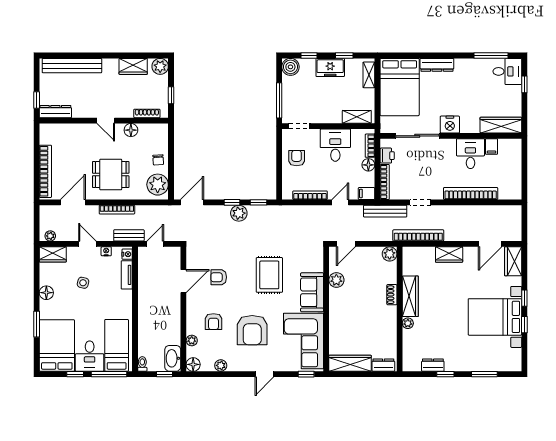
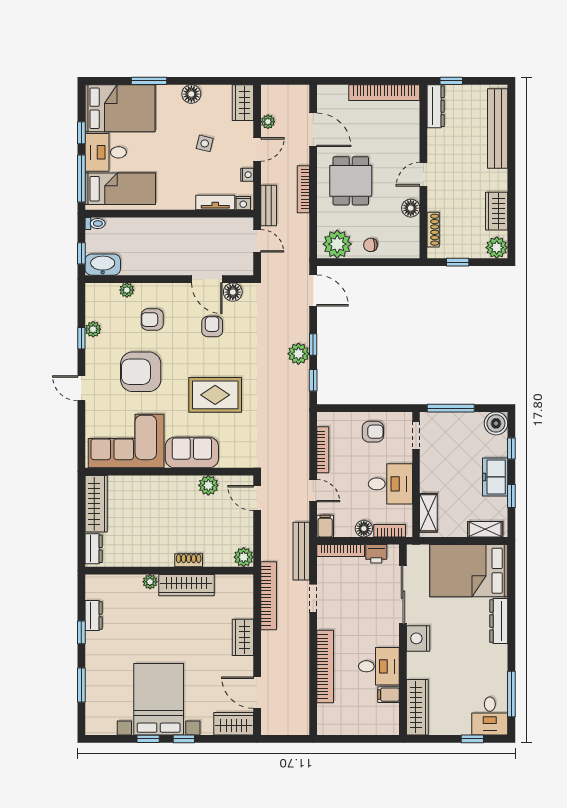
bookcase: (45, 171) -> (384, 93), moved
plant: (50, 236) -> (268, 122), moved
floor lamp: (193, 364) -> (233, 292), moved
window: (306, 374) -> (81, 338), moved

